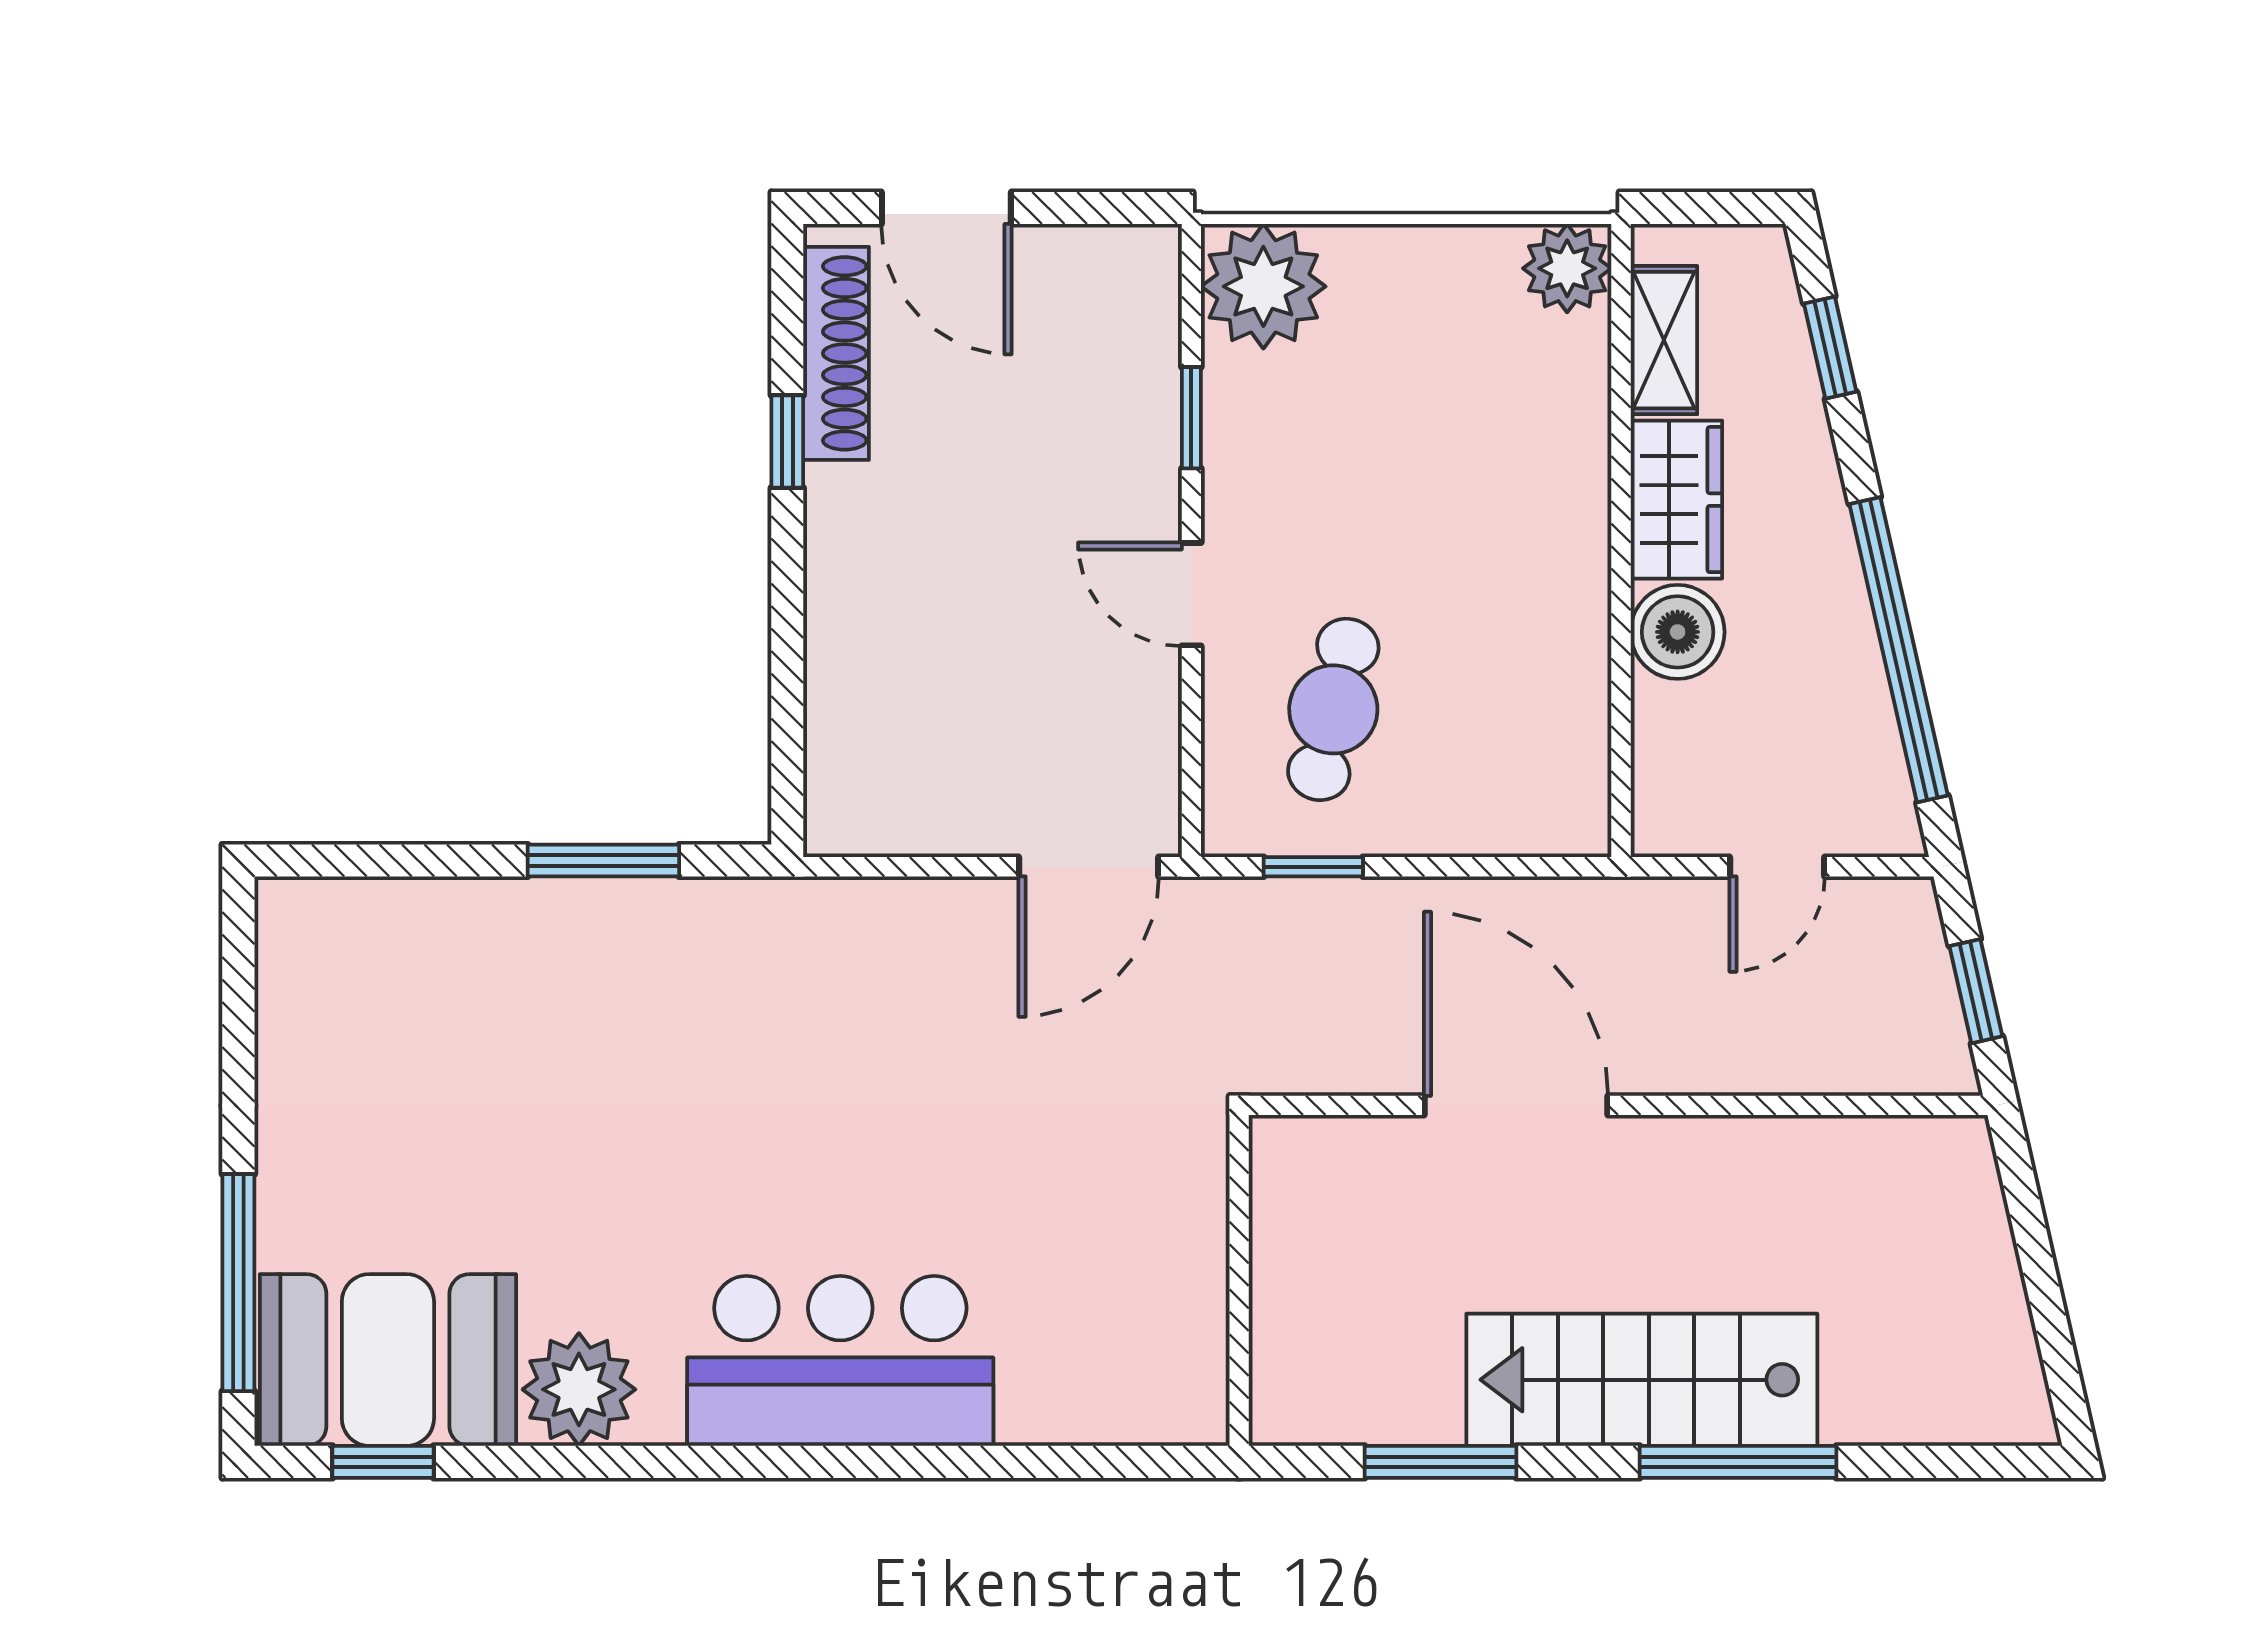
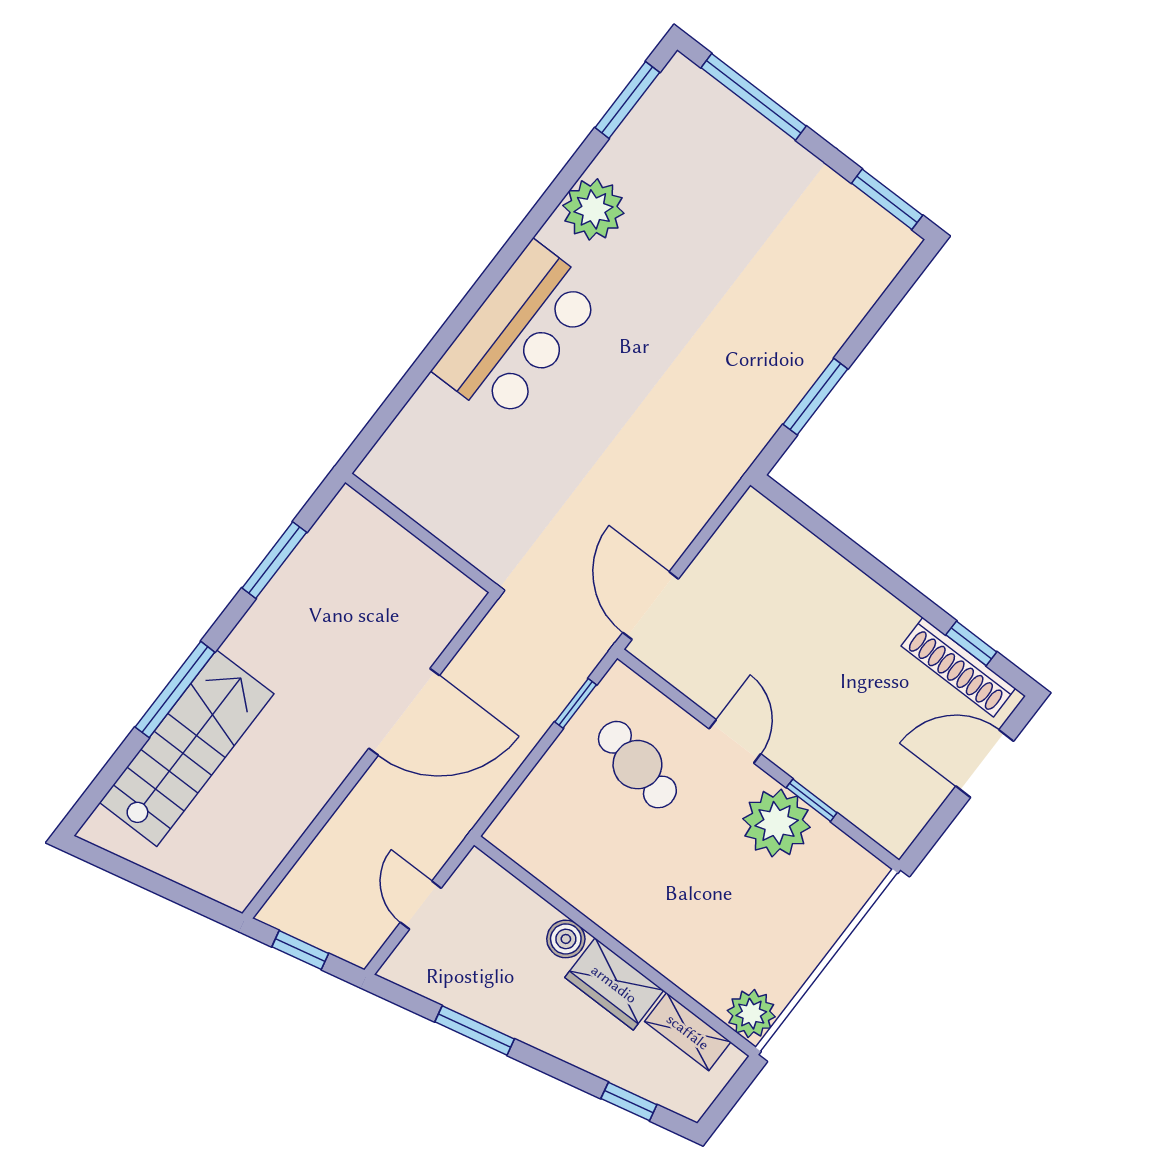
plant: (1263, 286) -> (777, 823), moved
window: (787, 442) -> (971, 643), moved
door: (1191, 594) -> (735, 741), hinge flipped
boiler: (1678, 632) -> (566, 939), width x0.73, depth x0.73
window: (1899, 650) -> (475, 1030), width x0.47
window: (238, 976) -> (887, 199), added
booth: (388, 1360) -> (670, 136), removed
stairs: (1642, 1380) -> (187, 748), moved
window: (383, 1462) -> (627, 100), width x1.50

